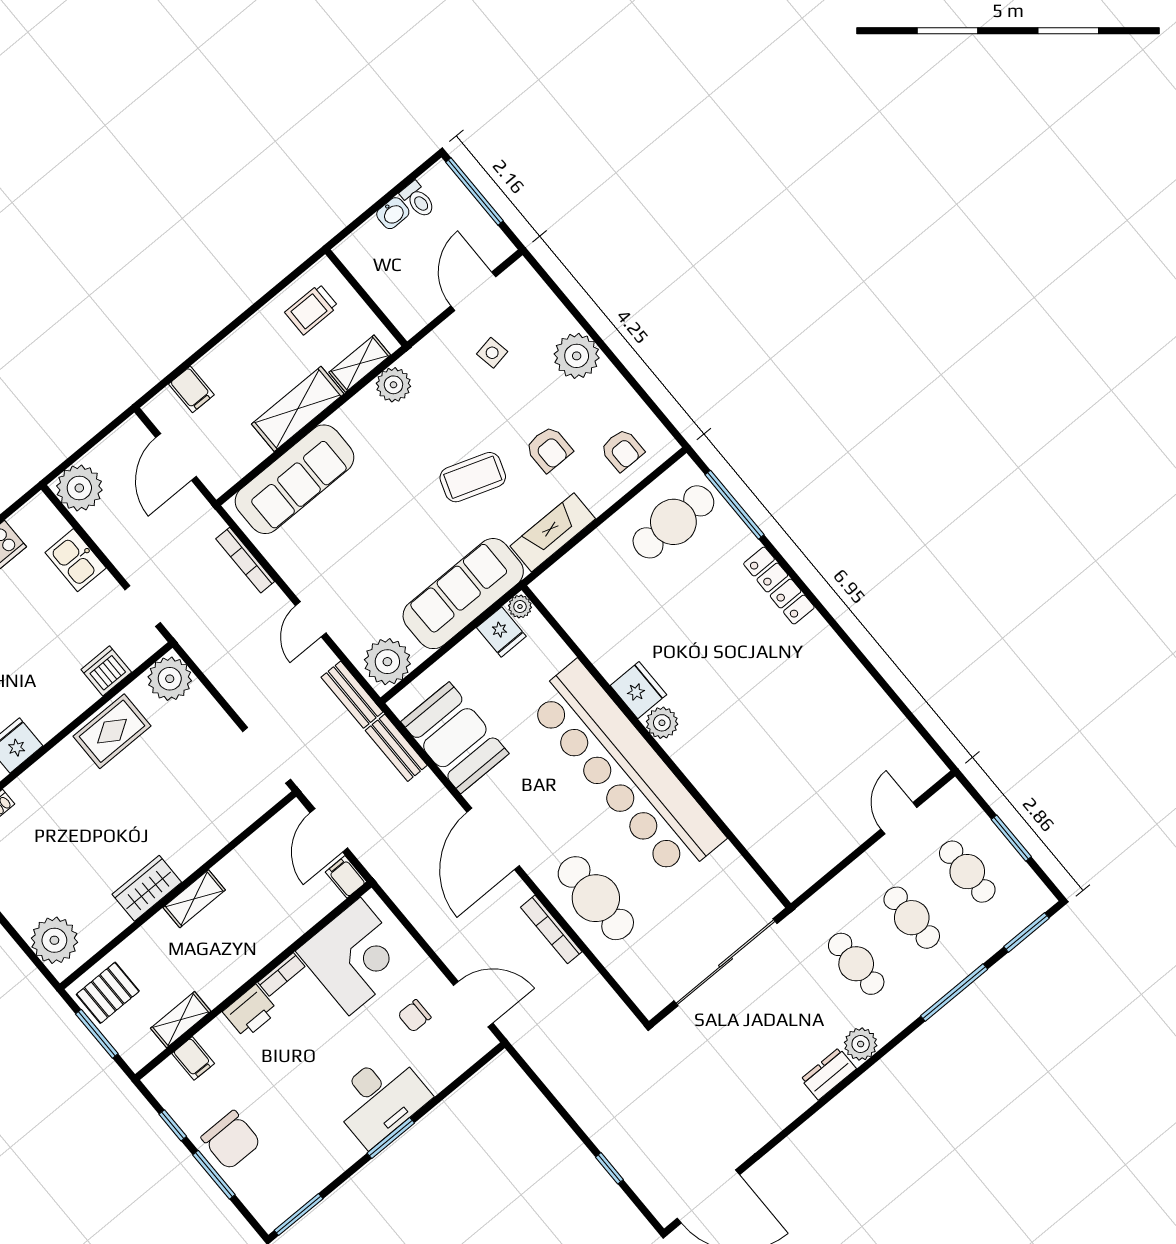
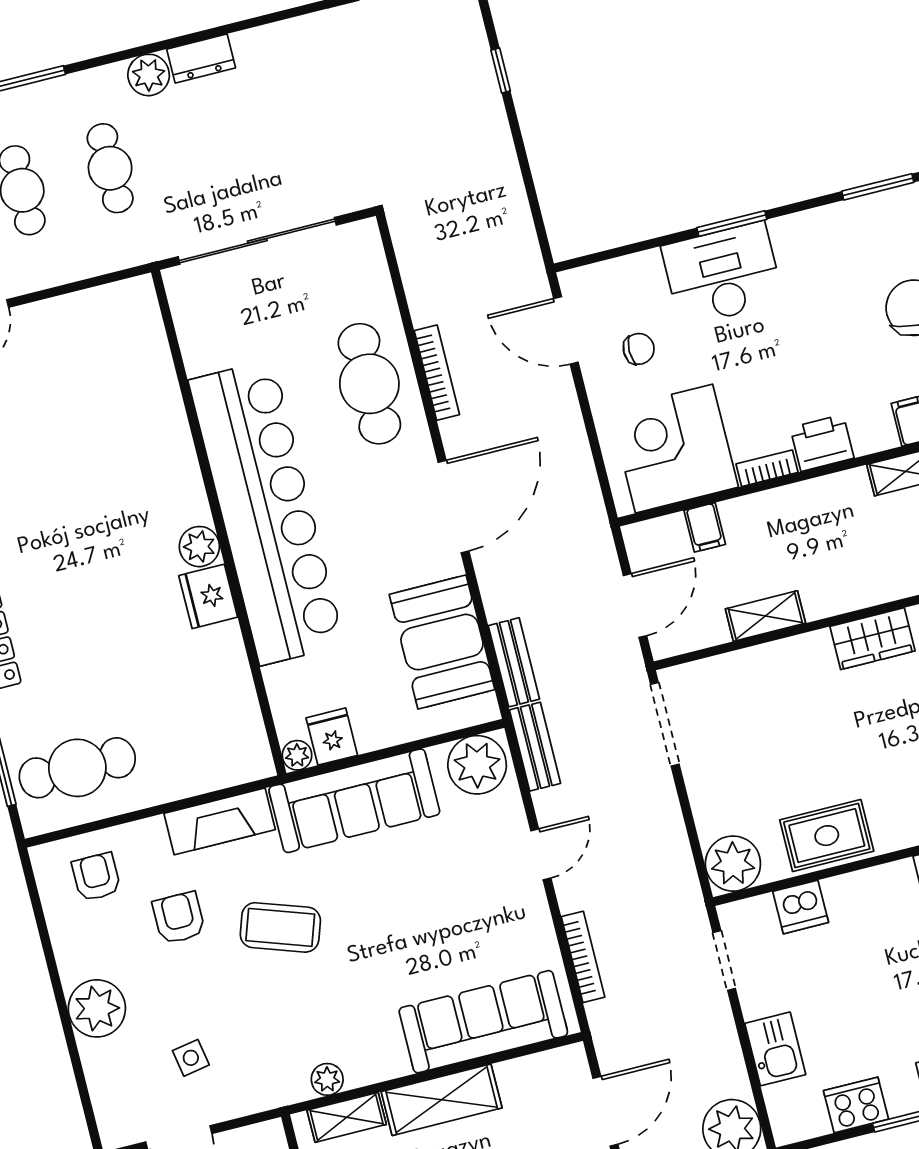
plant: (393, 385) -> (327, 1079), width x0.73, depth x0.73
filing cabinet: (346, 877) -> (705, 527), moved
shelving: (194, 899) -> (765, 616), moved

